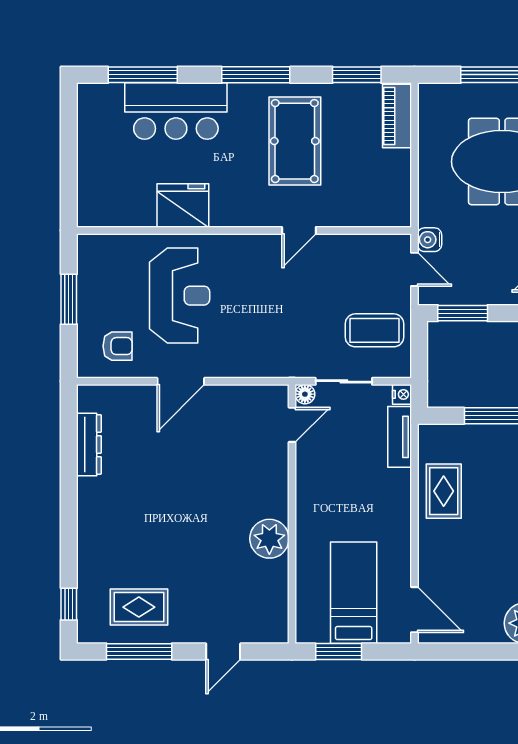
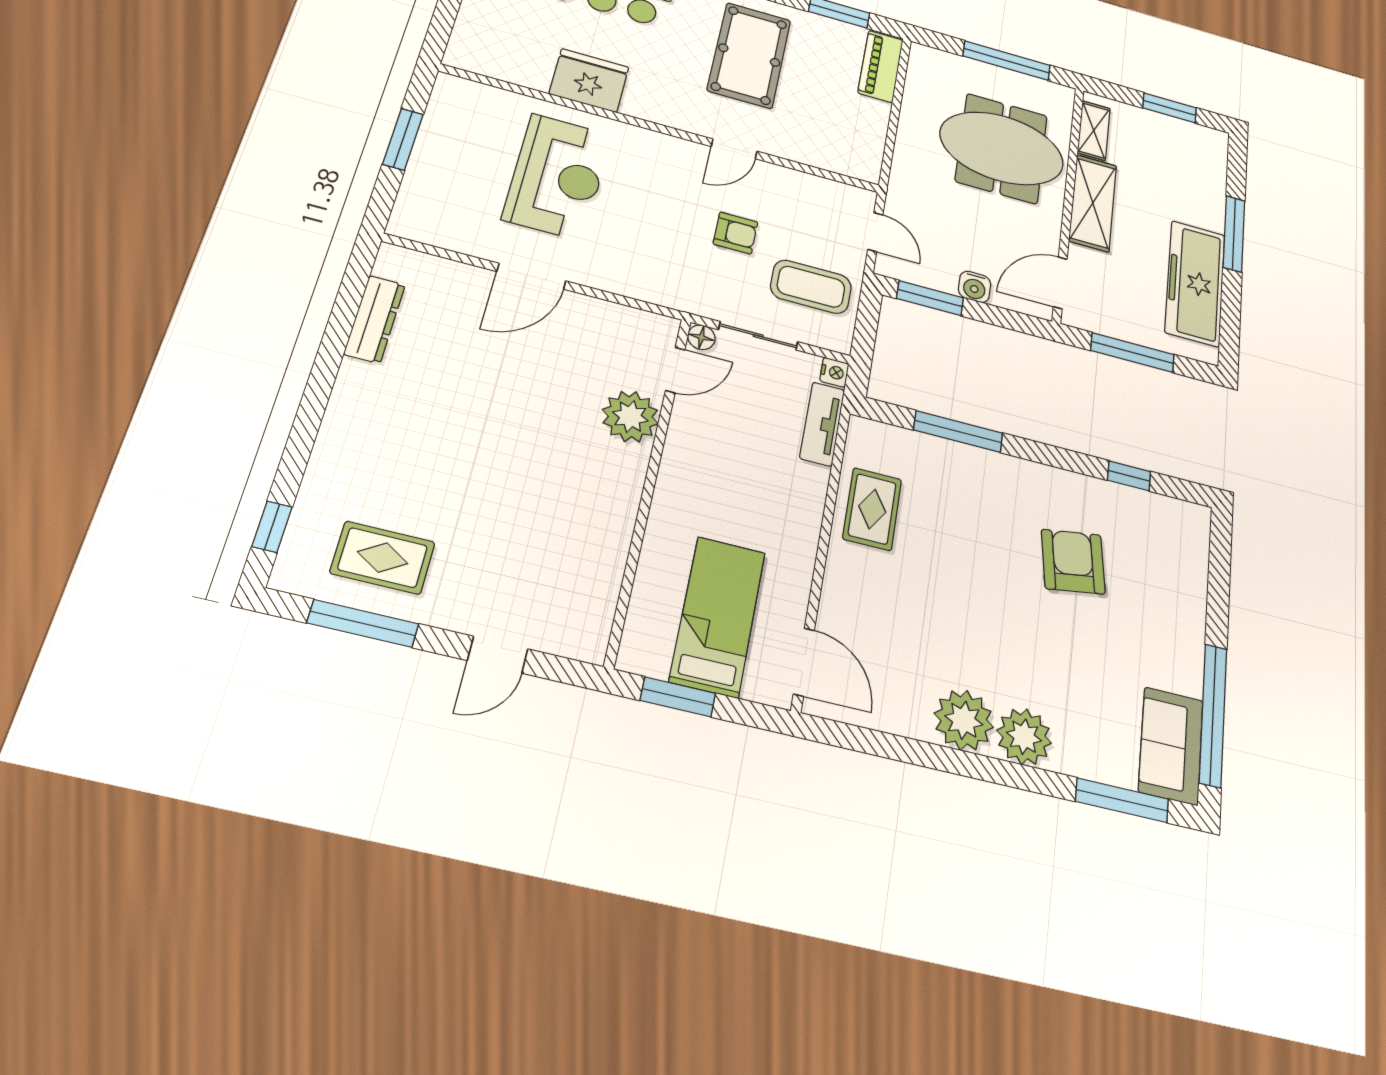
water cooler: (430, 240) -> (975, 287), moved, turned -90
armchair: (118, 346) -> (735, 233), moved
plant: (269, 539) -> (630, 417), moved

